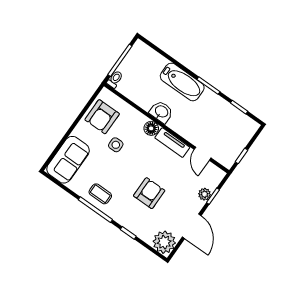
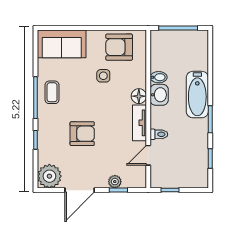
toilet: (115, 79) -> (159, 134), moved
bidet: (147, 103) -> (159, 77), added

